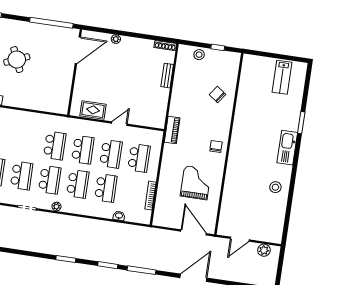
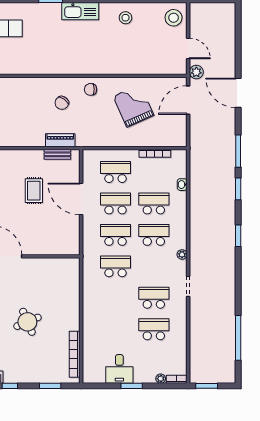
bench: (167, 76) -> (57, 154), moved
chair: (217, 94) -> (62, 103), moved
rug: (93, 110) -> (34, 191), moved
door: (119, 124) -> (81, 199), width x1.87
piano: (172, 130) -> (60, 140), moved
school desk: (50, 180) -> (154, 266), removed
grand piano: (196, 183) -> (133, 106), turned 66
stool: (269, 230) -> (174, 18), added
plant: (264, 250) -> (196, 72), moved

